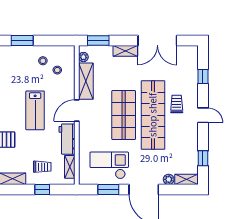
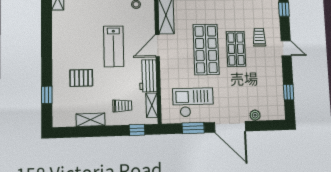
shop shelf: (153, 115) -> (236, 49), width x0.50, depth x0.74
shelving: (186, 179) -> (273, 115), removed
window: (42, 190) -> (137, 130), moved

